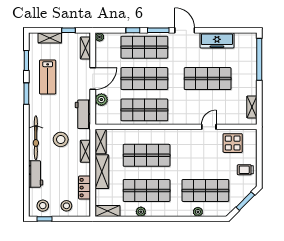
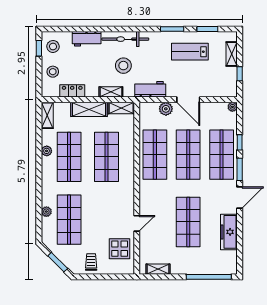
shelving: (85, 48) -> (221, 92), removed
door: (209, 127) -> (137, 223), hinge flipped

